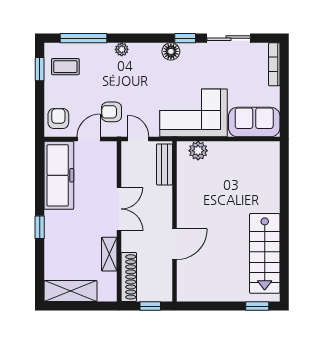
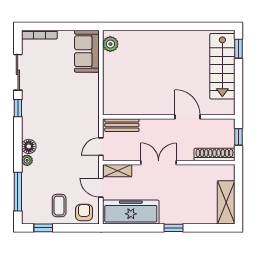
floor lamp: (171, 51) -> (29, 146), moved
coffee table: (65, 67) -> (59, 206), moved
armchair: (112, 112) -> (79, 169), removed
corner sofa: (193, 113) -> (79, 101), removed
armchair: (58, 119) -> (84, 212), turned 90
plant: (198, 151) -> (110, 44), moved
stairs: (265, 253) -> (222, 66), moved, turned 90
shelving: (109, 254) -> (117, 171), moved

